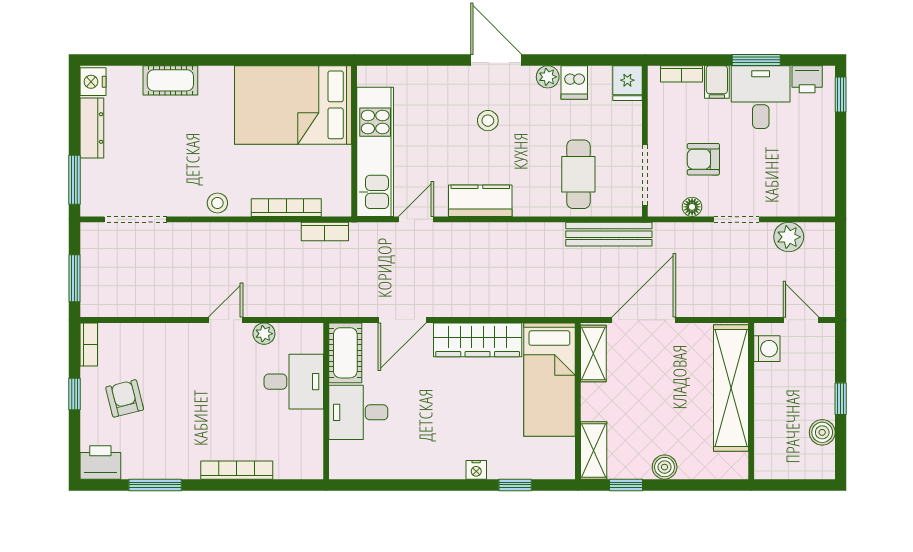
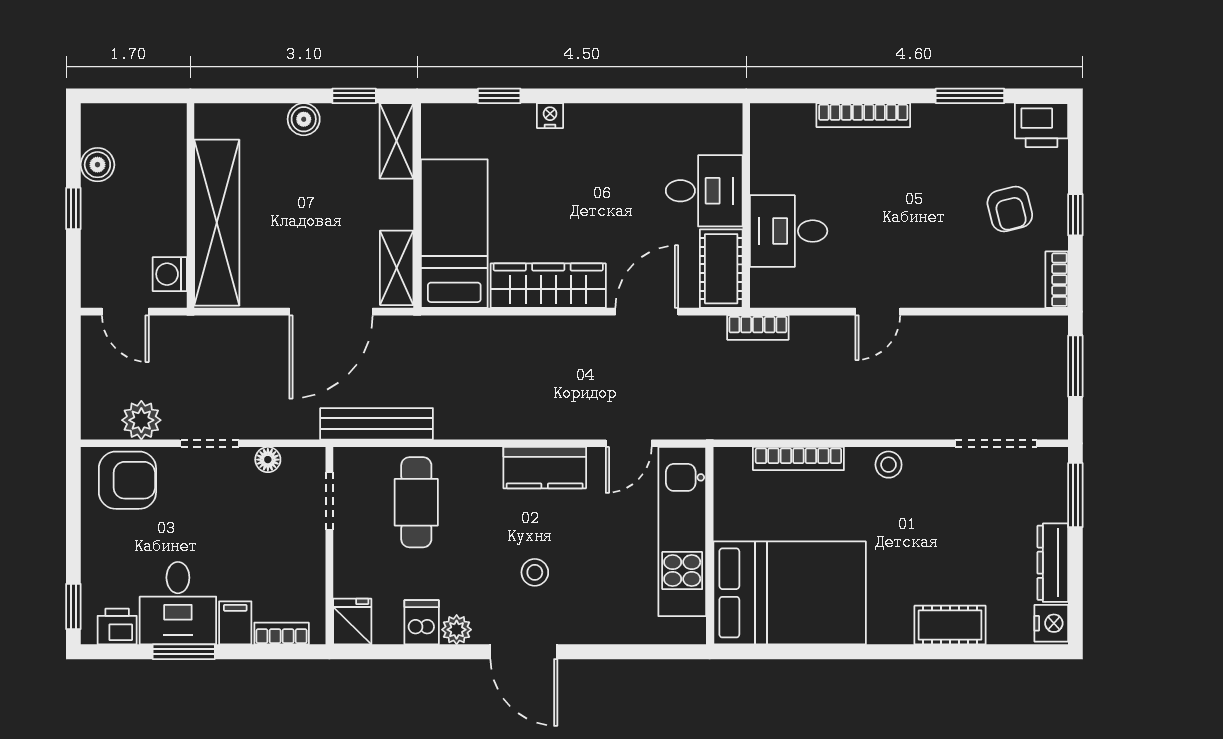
armchair: (703, 159) -> (127, 480), moved, width x1.38, depth x1.38
doorway: (645, 175) -> (329, 501), width x0.73
bookcase: (325, 231) -> (758, 328), moved, turned 180
plant: (264, 334) -> (828, 294), removed

